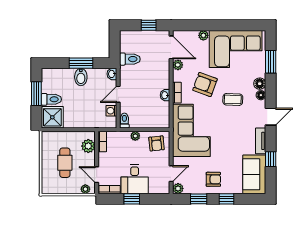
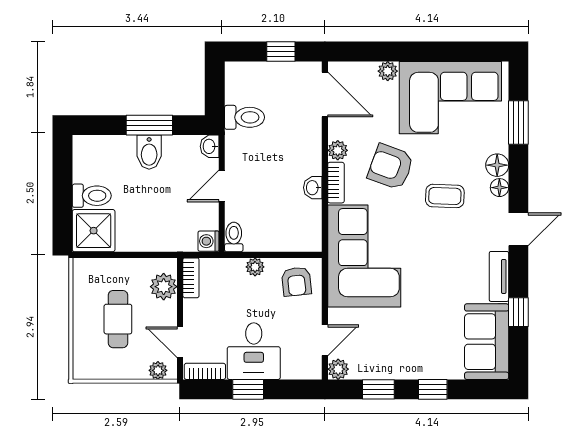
plant: (178, 65) -> (338, 150), moved
window: (36, 94) -> (63, 185), removed
washing machine: (111, 111) -> (208, 241), moved
armchair: (213, 179) -> (407, 351), removed

